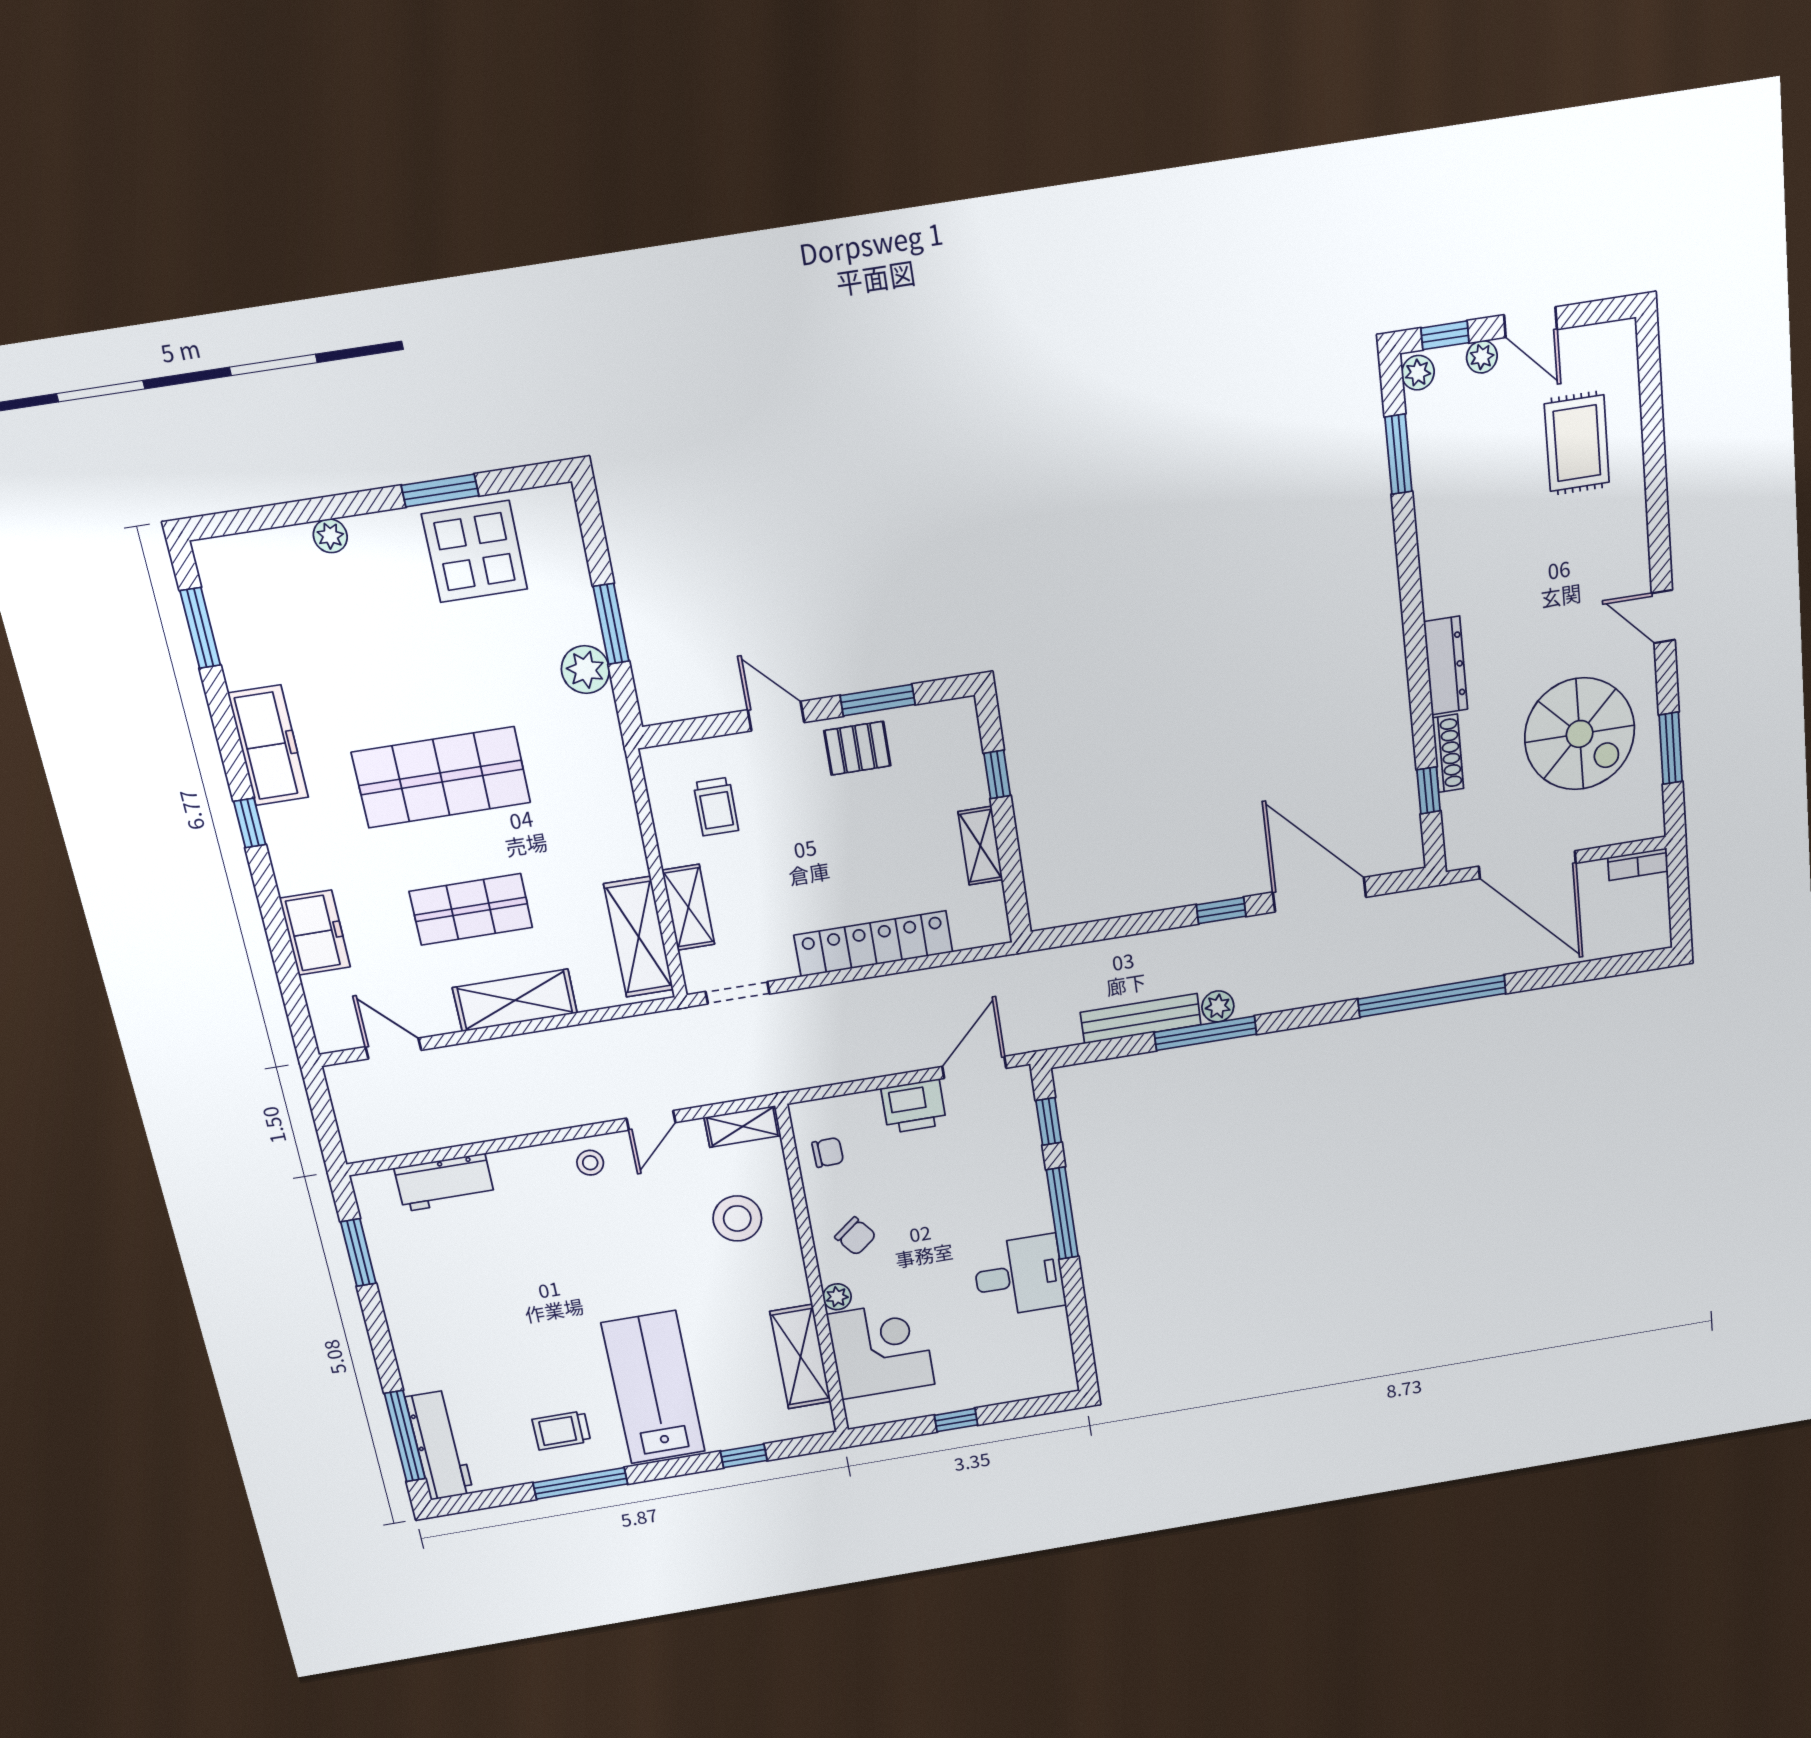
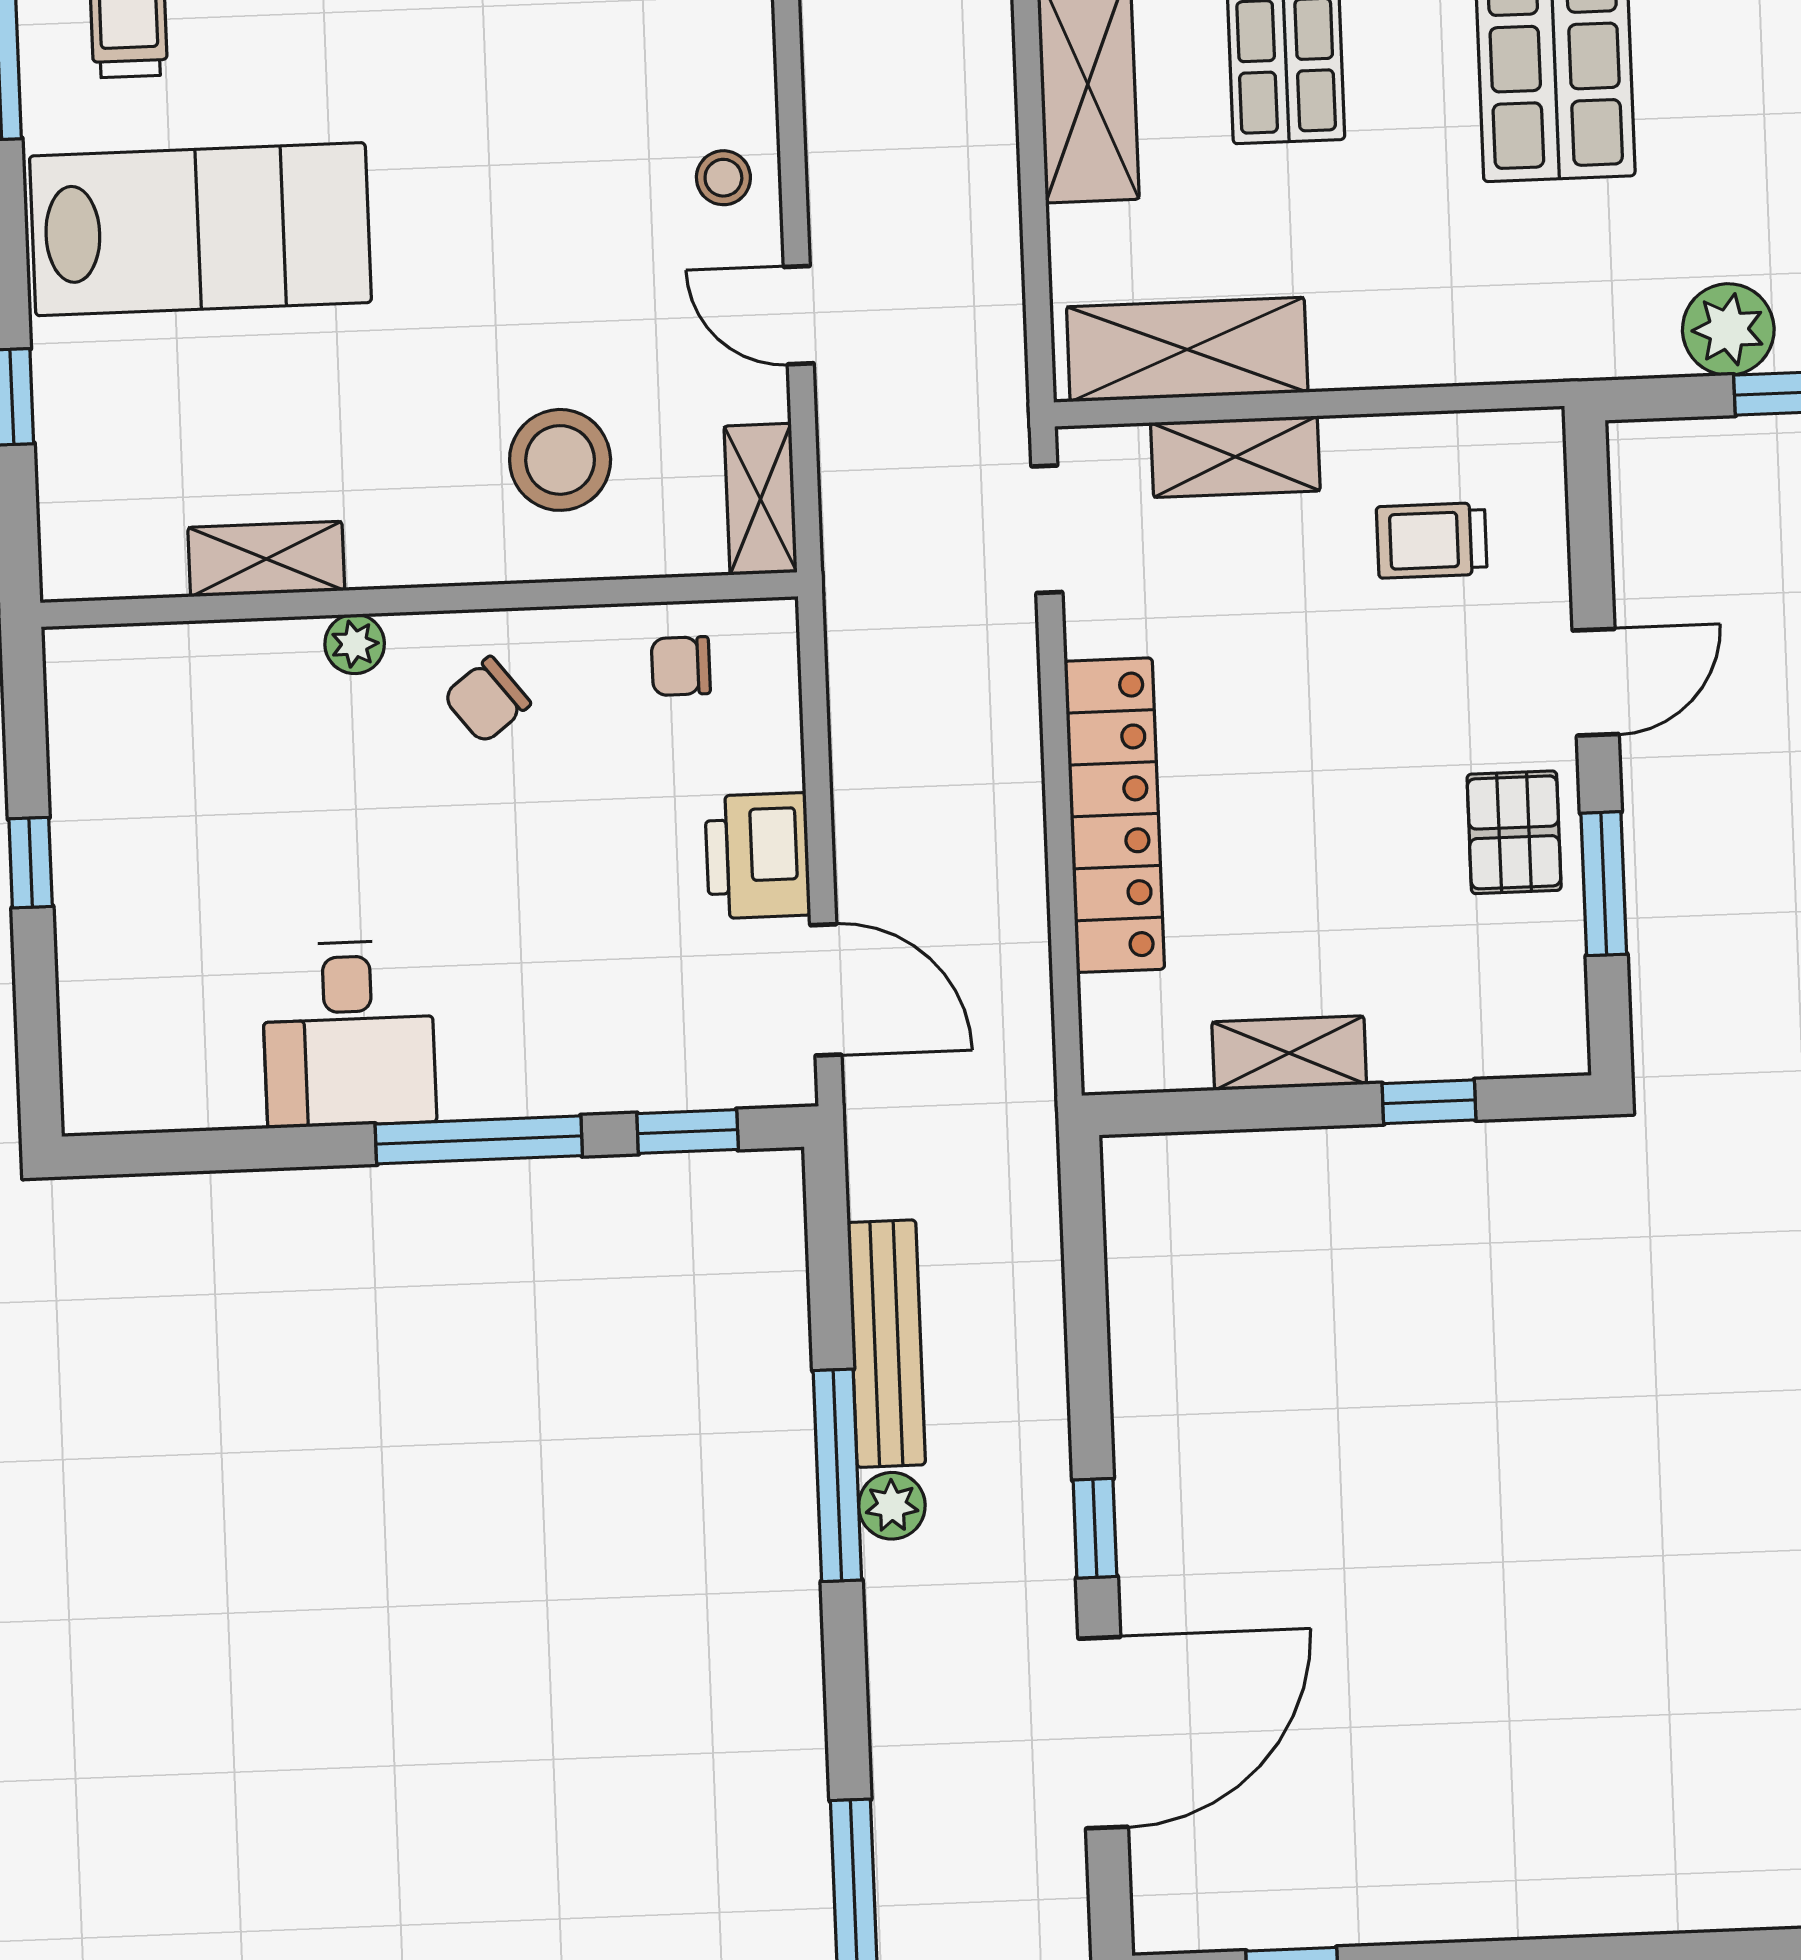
chair: (828, 1152) -> (681, 666), turned 92
corner desk: (881, 1350) -> (220, 721), removed
shelving: (801, 1357) -> (266, 559), width x0.67, depth x0.75

